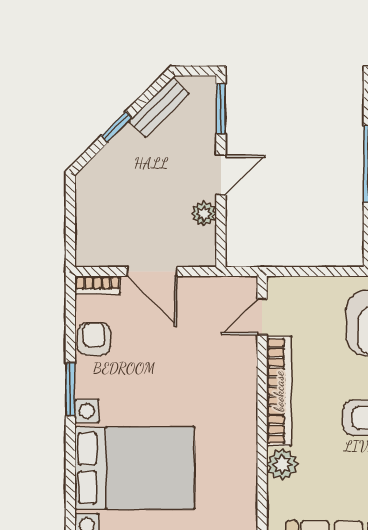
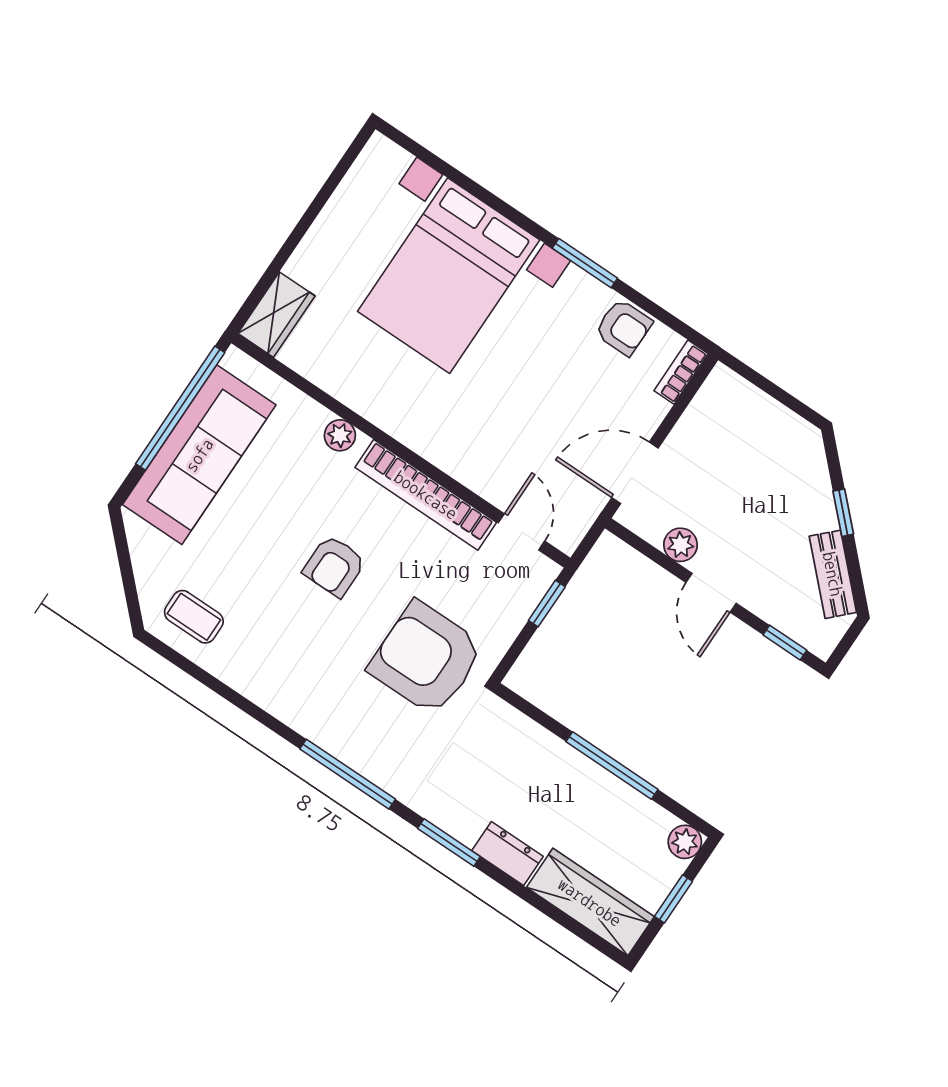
window: (221, 109) -> (785, 643), width x0.67
door: (152, 272) -> (635, 473), moved
window: (296, 272) -> (547, 604), added
plant: (282, 464) -> (340, 435), width x0.73, depth x0.73

